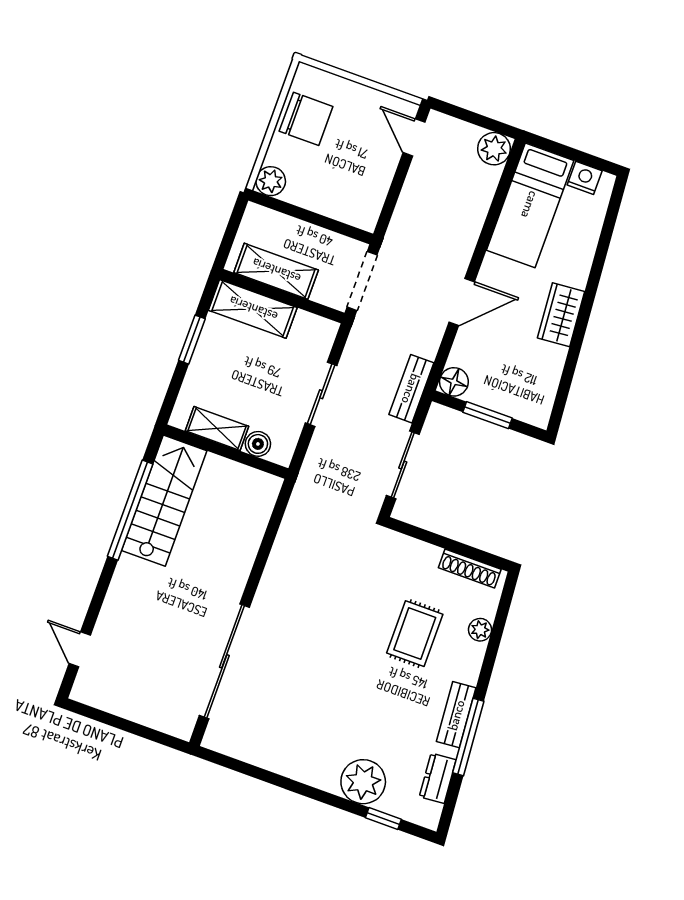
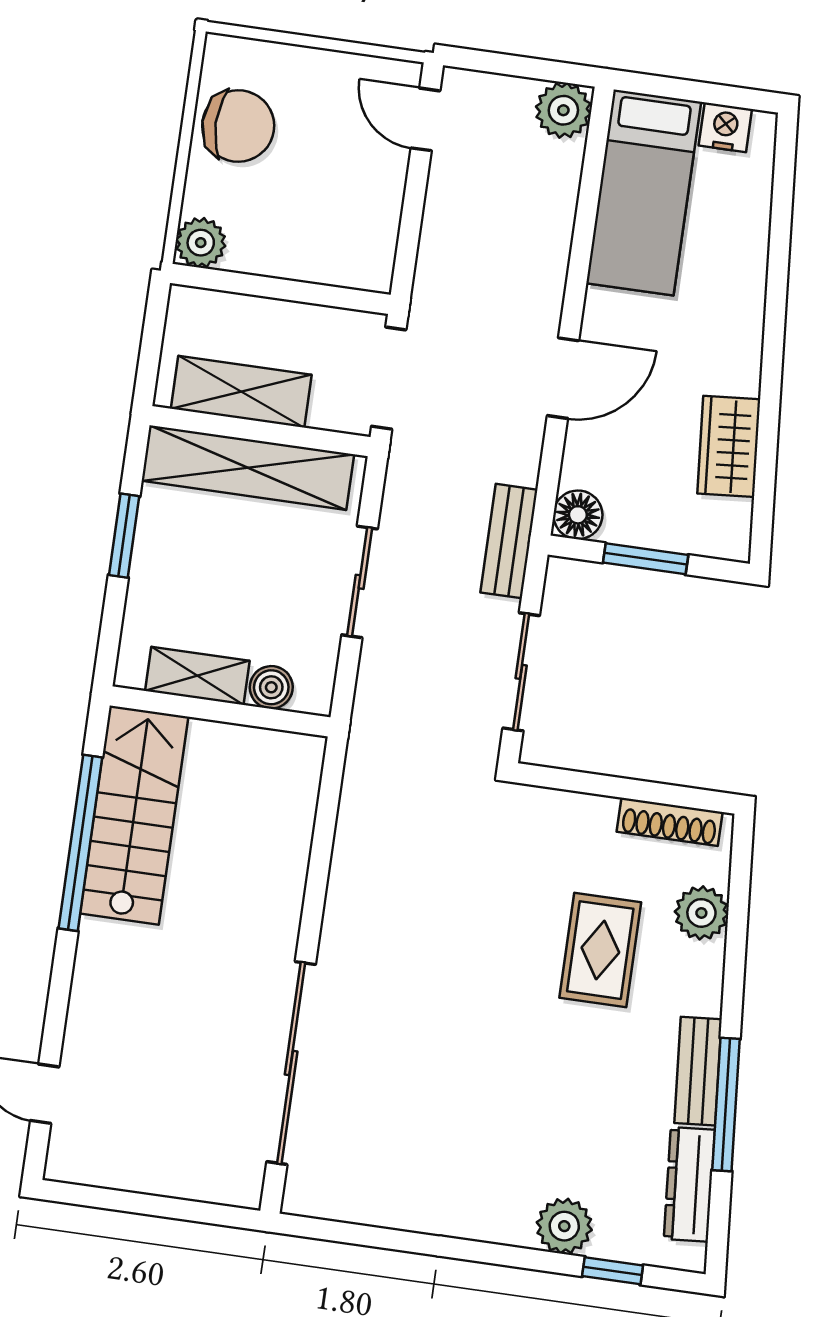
shelving: (253, 309) -> (248, 468), width x1.47
wardrobe: (561, 315) -> (729, 446), moved
plant: (480, 630) -> (701, 913), width x1.38, depth x1.38
dresser: (438, 778) -> (689, 1184), width x1.44
plant: (363, 782) -> (564, 1226), width x0.73, depth x0.73

